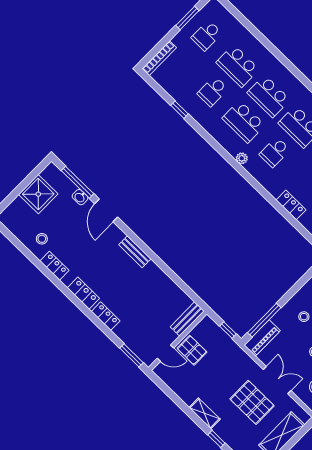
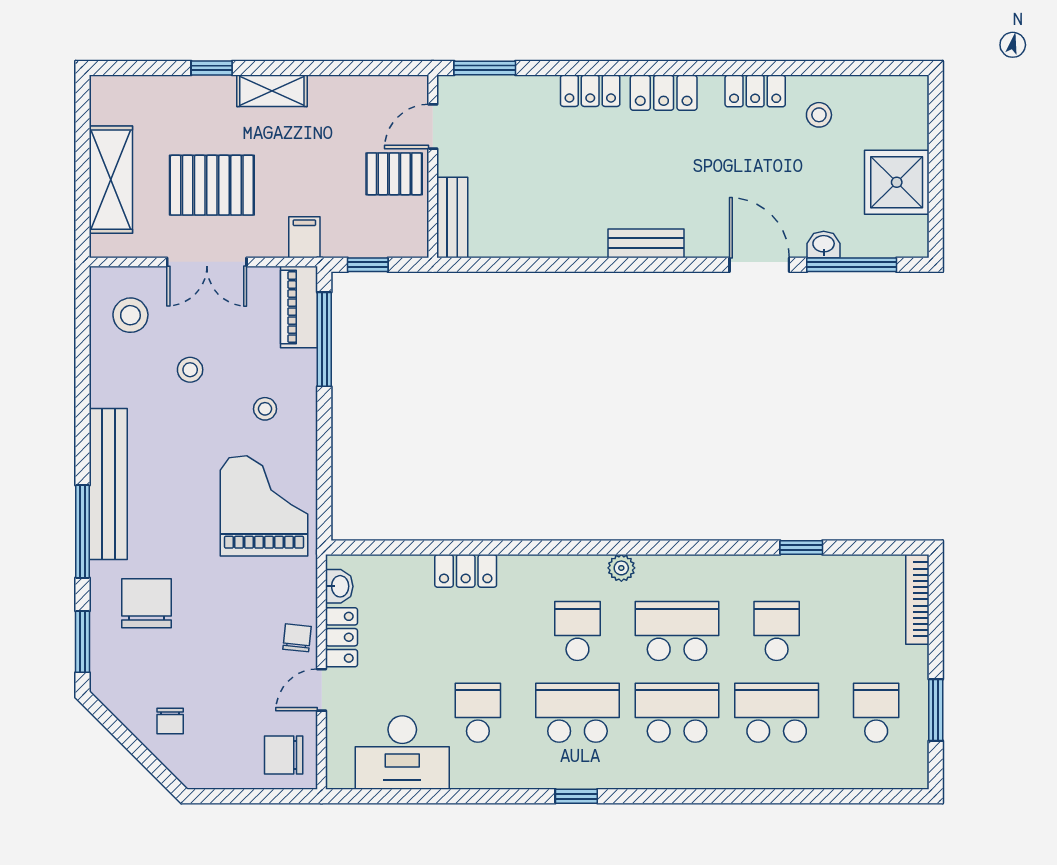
filing cabinet: (239, 358) -> (304, 237), added

